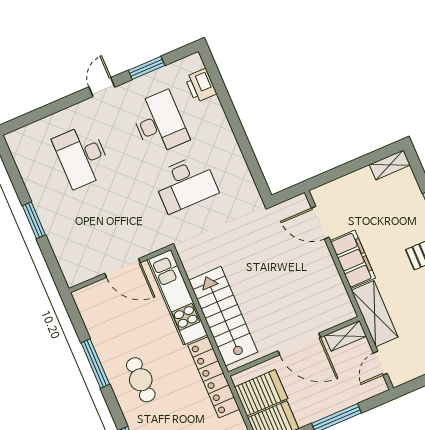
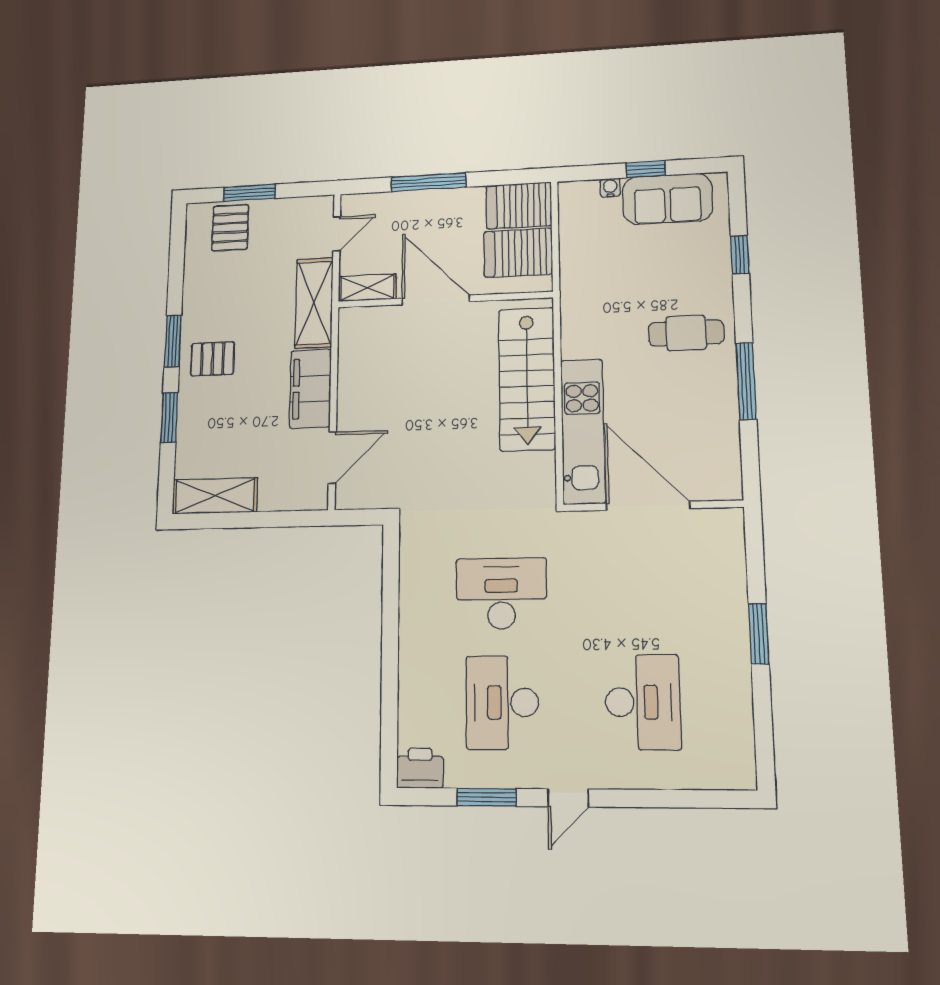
printer: (201, 85) -> (420, 768), moved, turned -90
shelving: (390, 165) -> (215, 496), width x1.50, depth x1.33
door: (320, 223) -> (332, 458), hinge flipped
door: (123, 268) -> (648, 506), width x1.36
locker: (214, 377) -> (577, 298), removed
cafe table: (141, 380) -> (686, 333), turned 90

